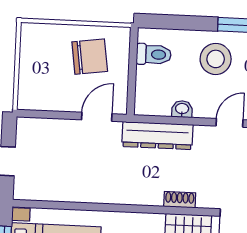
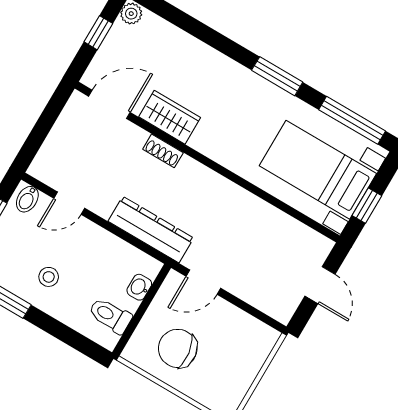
stool: (216, 59) -> (49, 277), width x0.53, depth x0.53
washbasin: (182, 109) -> (139, 287), moved, turned 90

